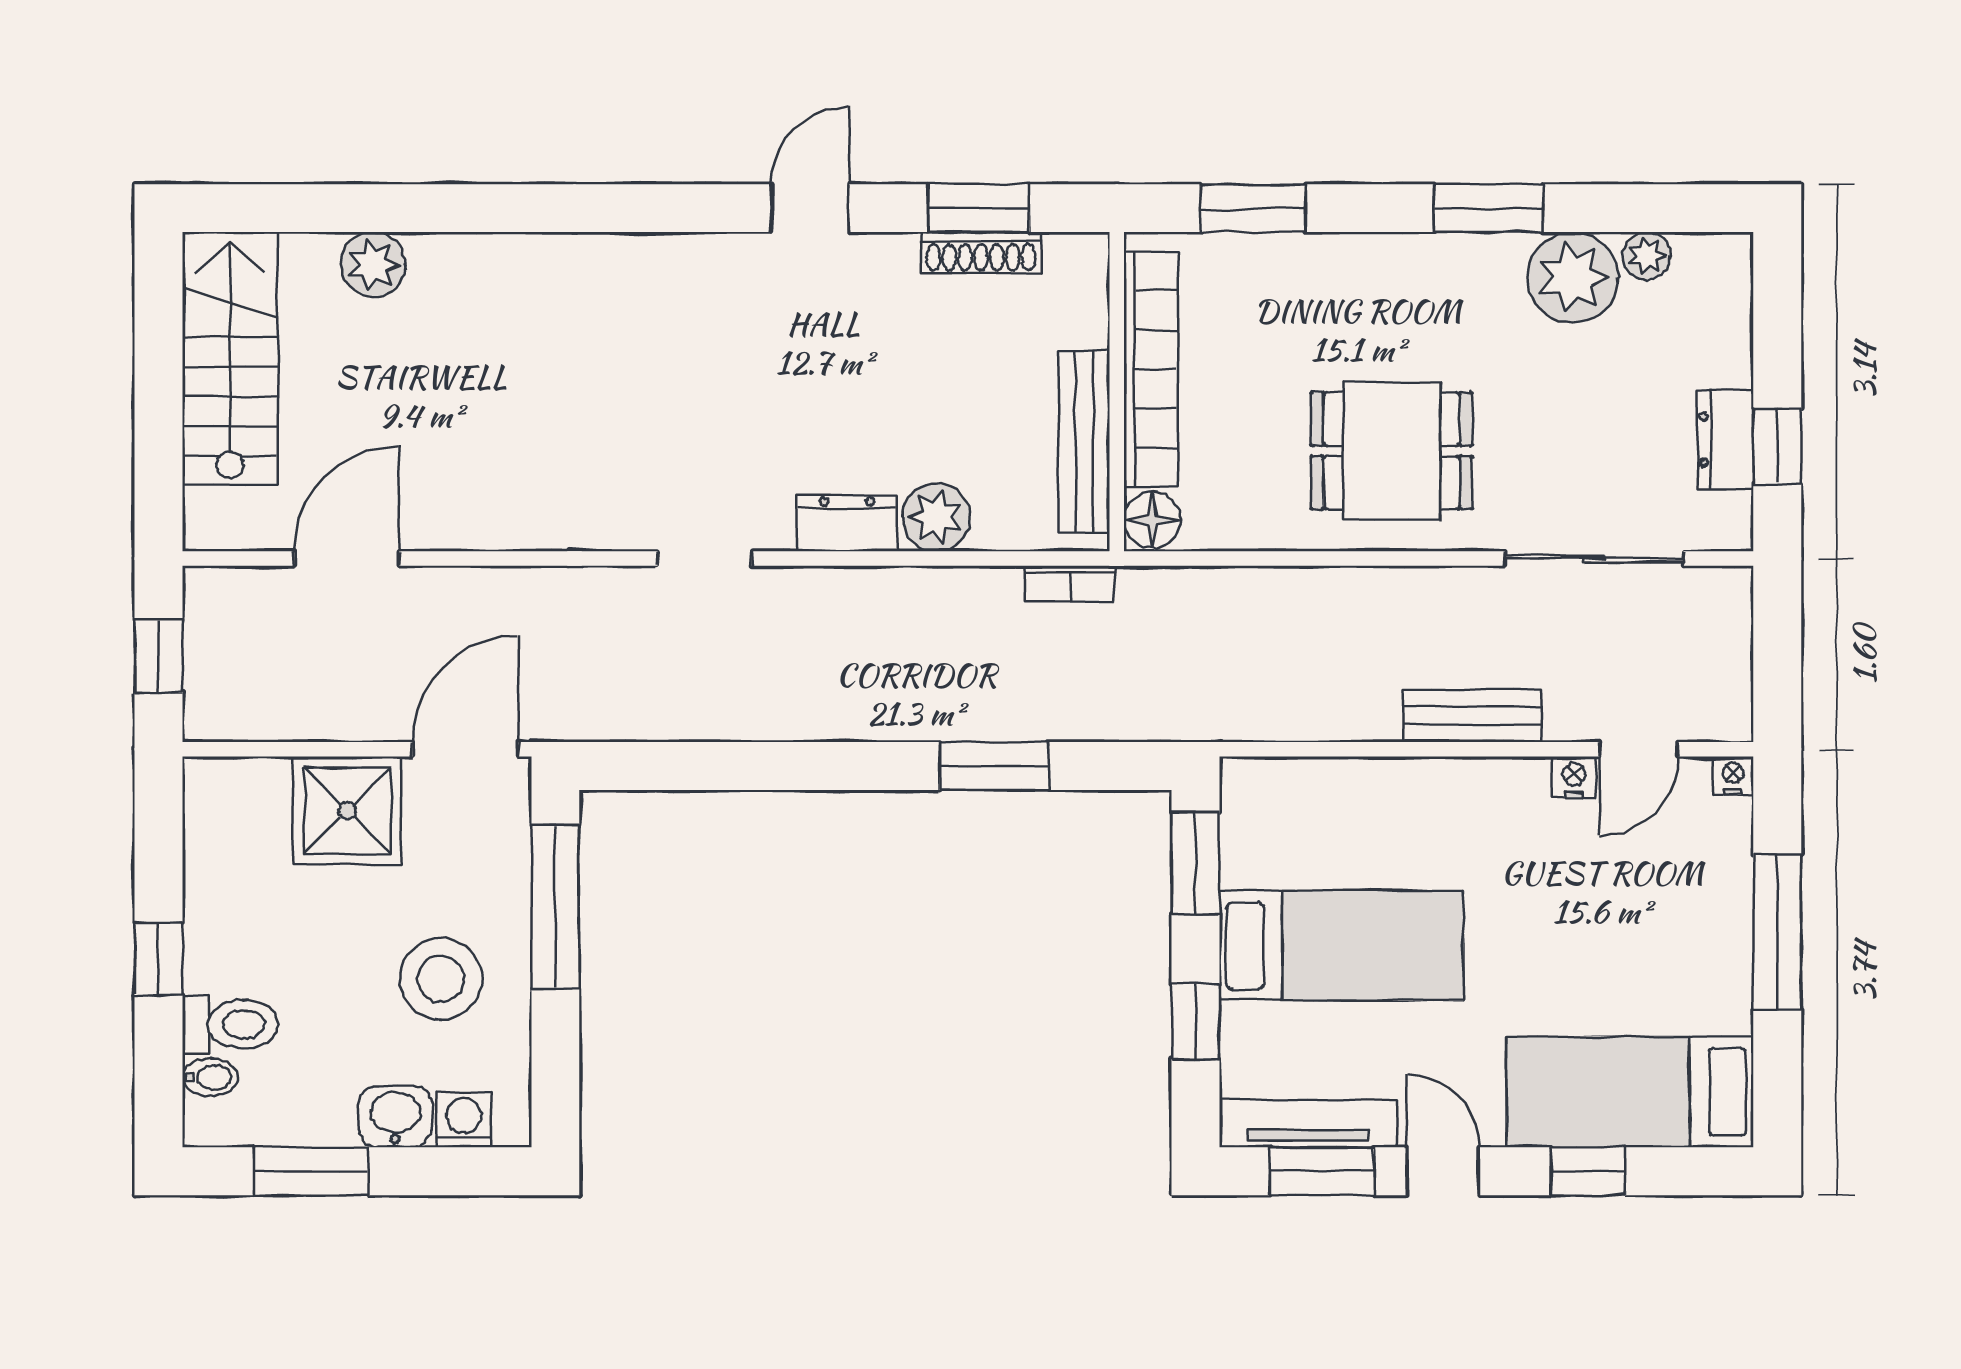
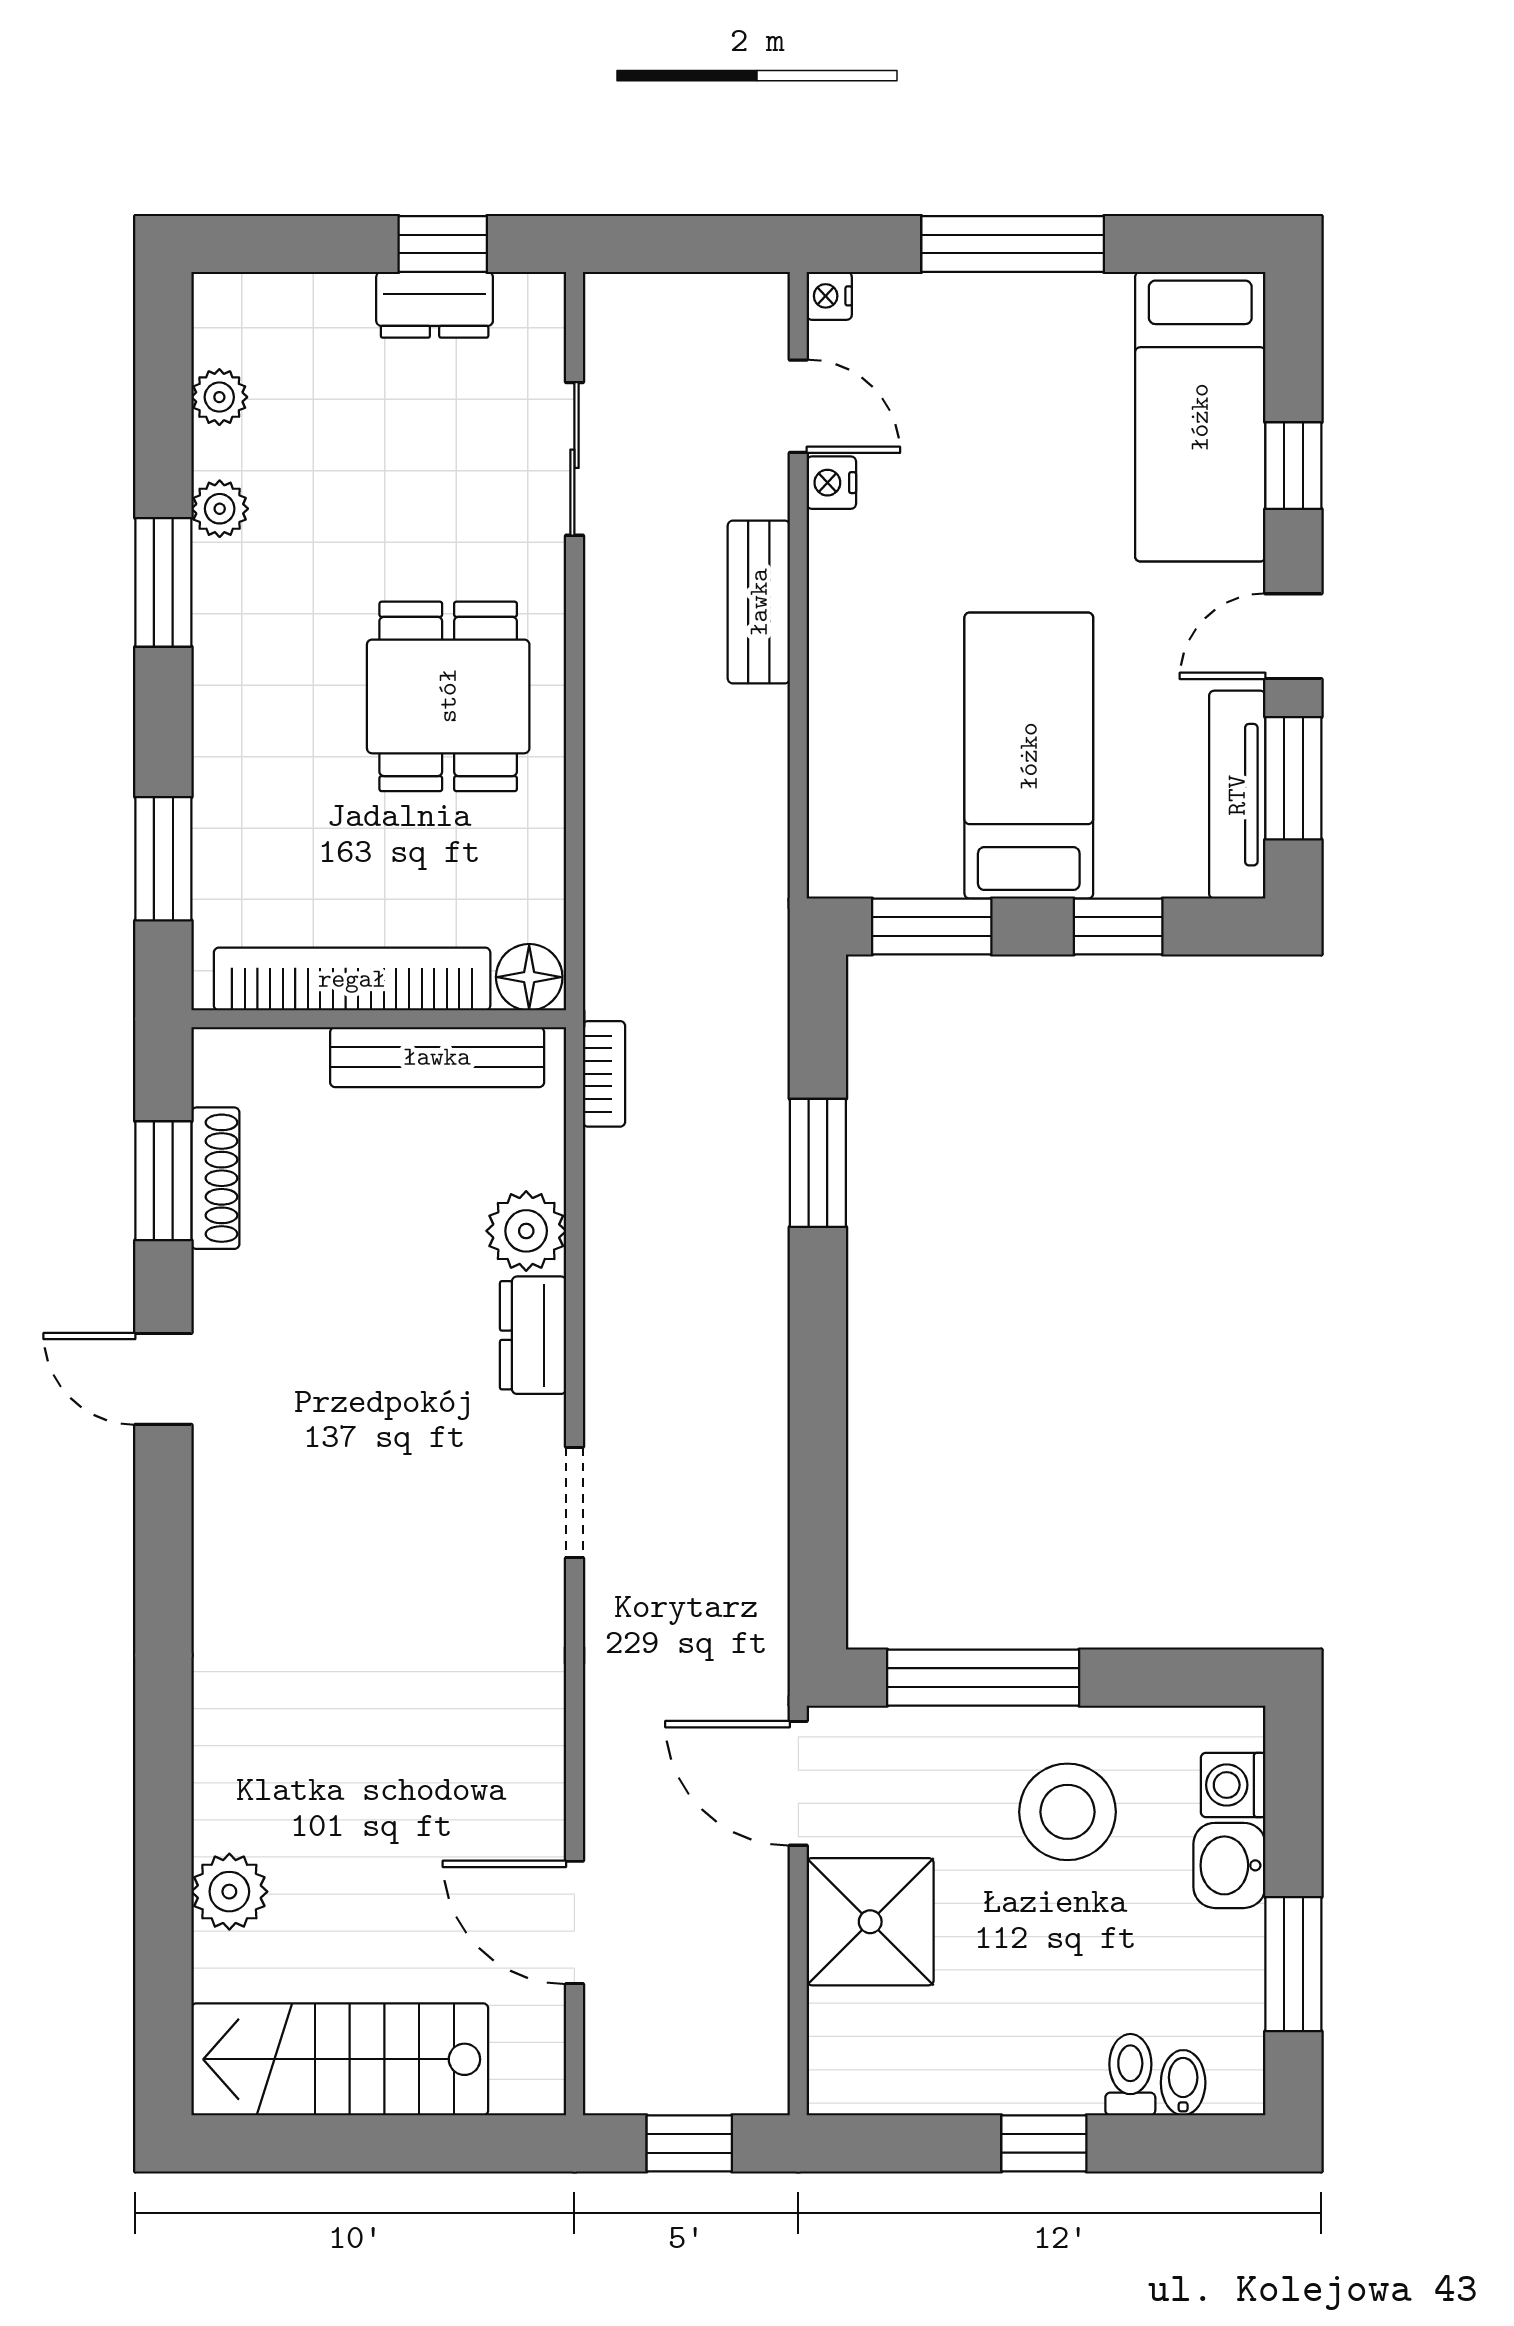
plant: (1573, 277) -> (220, 509), width x0.53, depth x0.53
sliding door: (1594, 559) -> (574, 459), width x0.73
toilet: (230, 1024) -> (1130, 2075), width x0.73, depth x0.72

